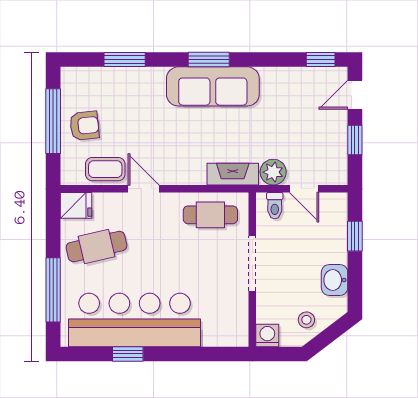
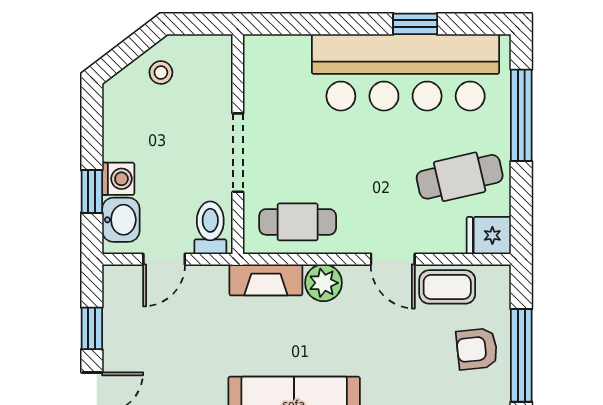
plant: (273, 172) -> (324, 283), moved
door: (304, 189) -> (164, 259), swing flipped
toilet: (275, 206) -> (210, 228), width x1.37, depth x1.39
washbasin: (335, 280) -> (121, 220), moved
washing machine: (267, 335) -> (118, 179), moved, turned -90

